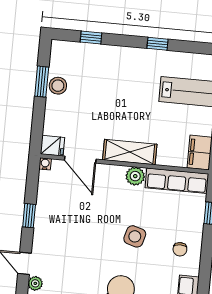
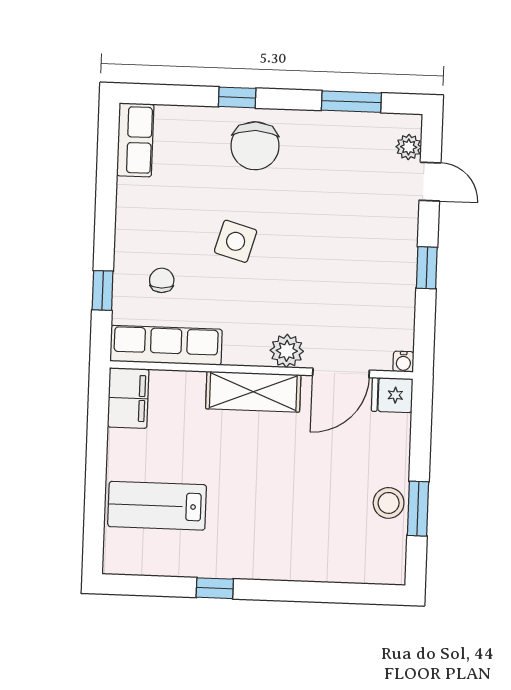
window: (91, 37) -> (334, 593), removed
door: (80, 160) -> (341, 373), swing flipped
plant: (135, 176) -> (287, 351), moved
chair: (180, 249) -> (162, 280), moved

